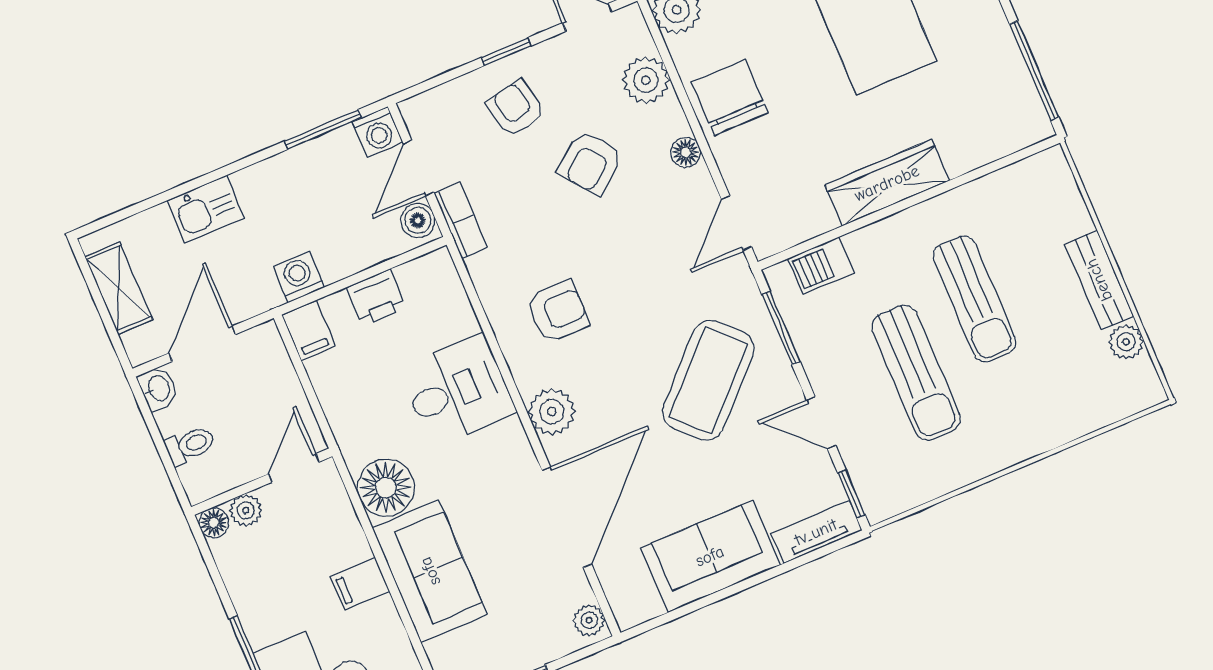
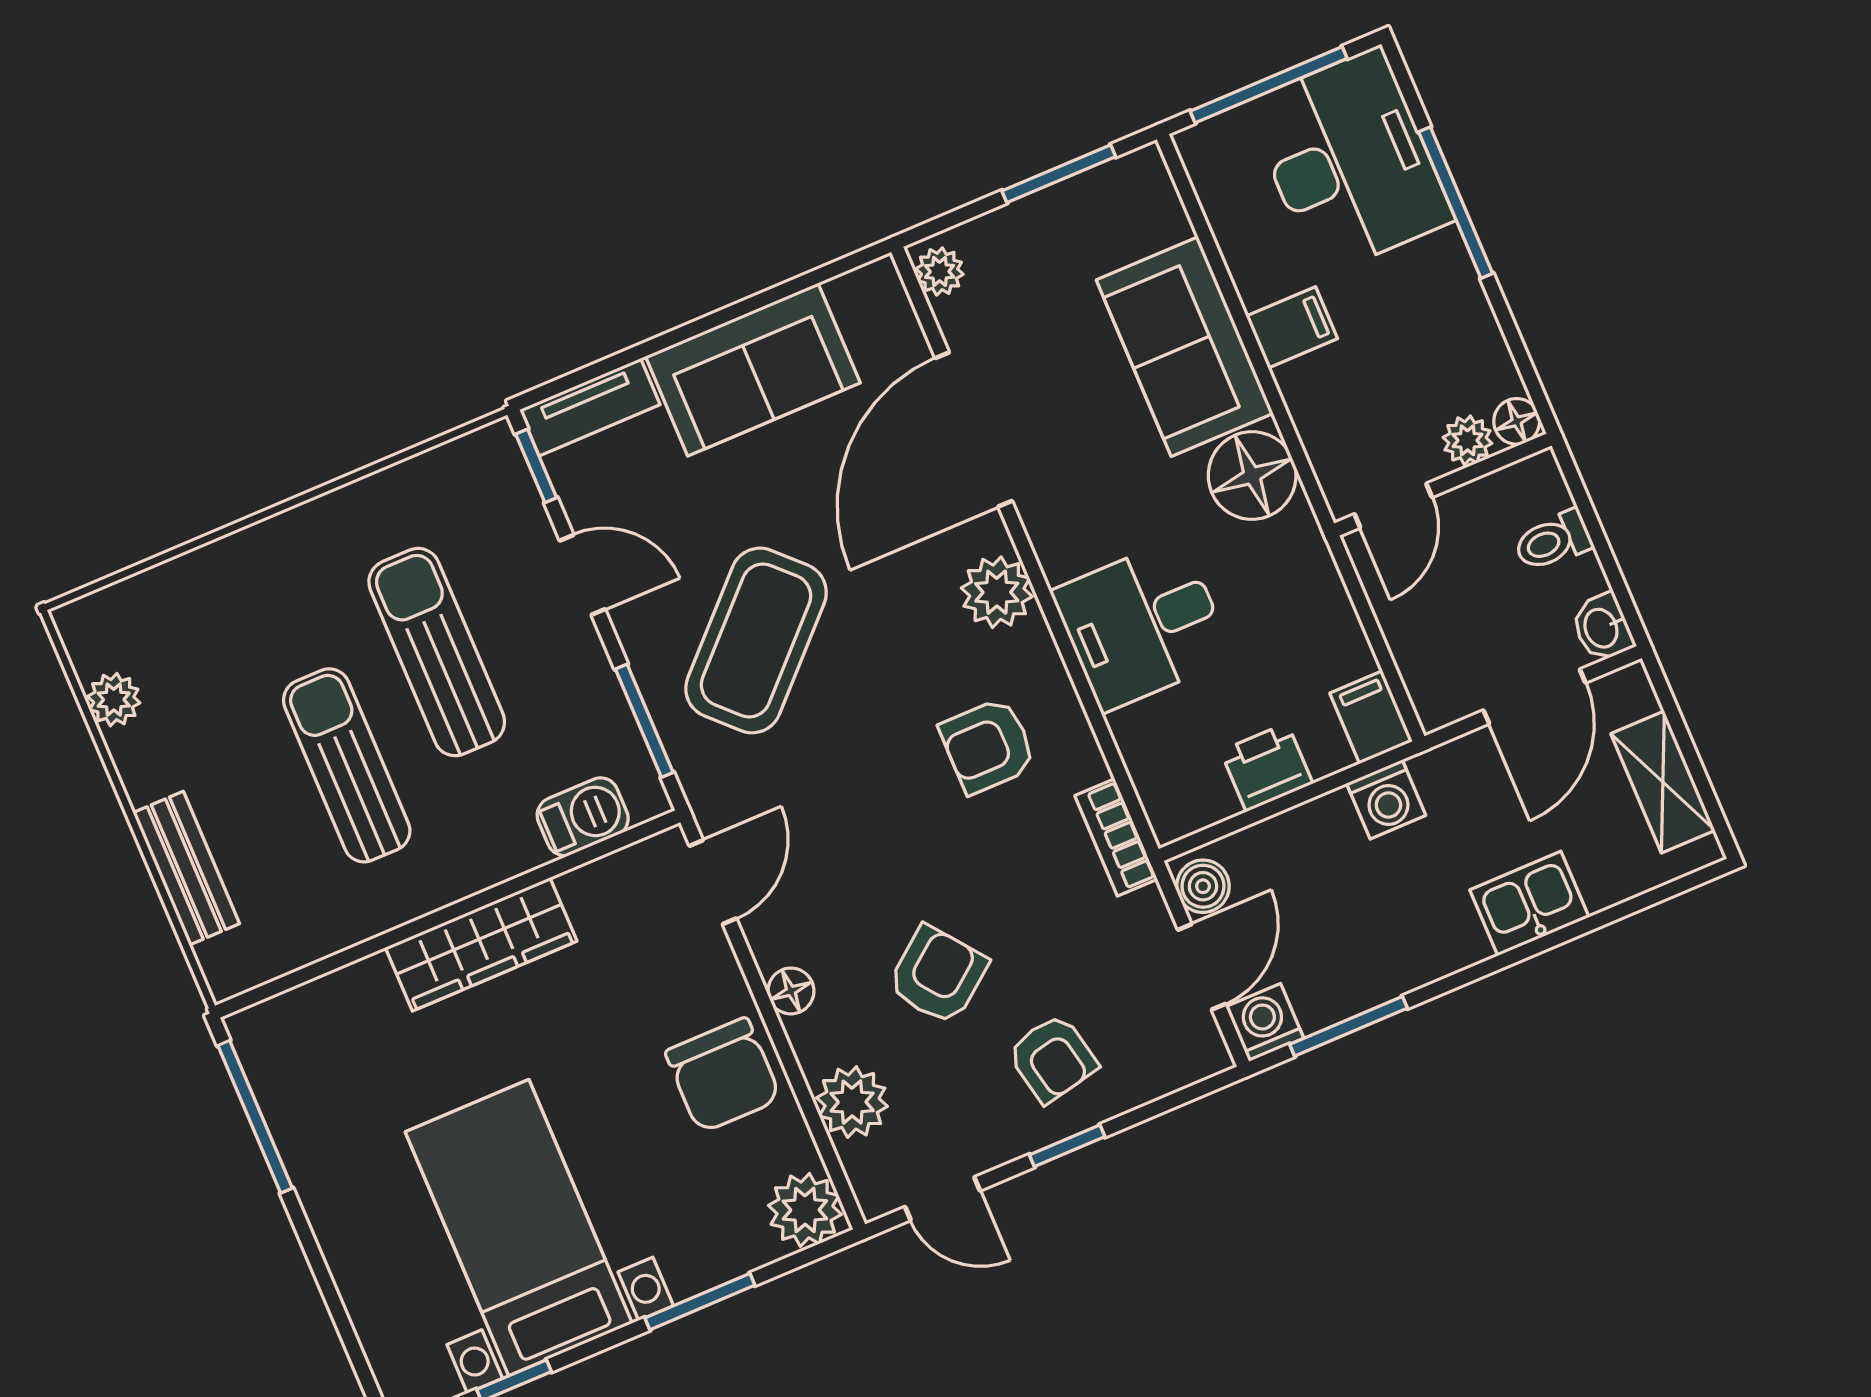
bookcase: (461, 220) -> (1116, 837), moved
bench: (1099, 280) -> (186, 868), moved

